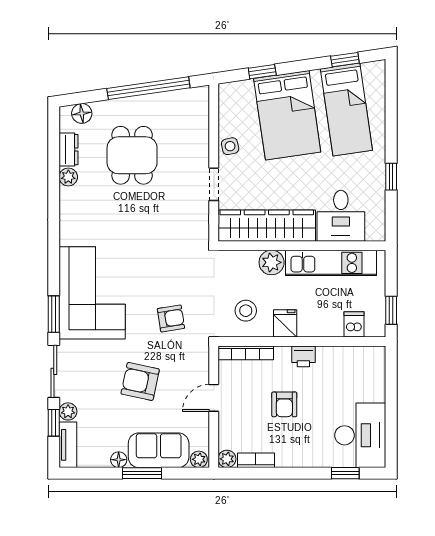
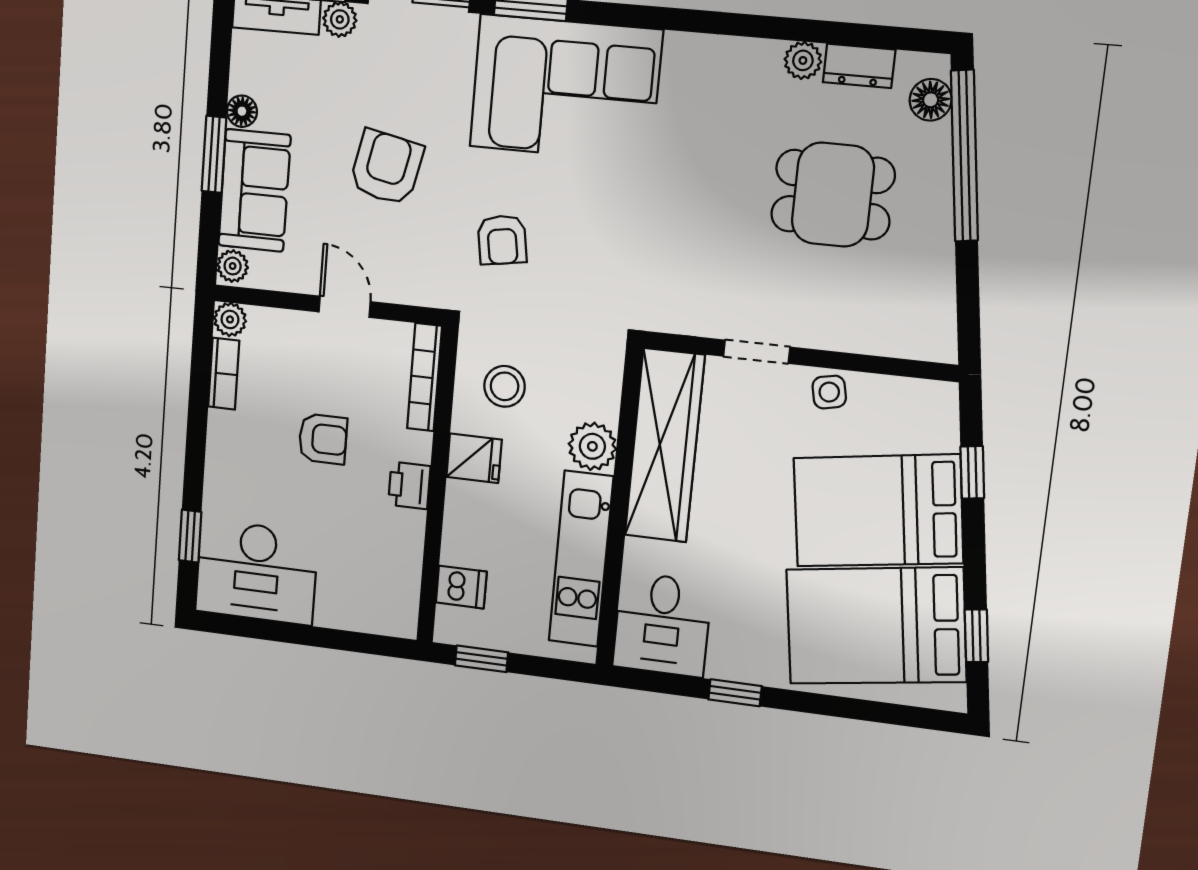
window: (148, 88) -> (964, 156), moved
bed: (346, 110) -> (876, 626), width x1.50
desk: (341, 216) -> (662, 625), moved, turned -90
armchair: (284, 404) -> (323, 439), turned 180

